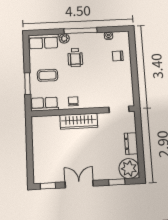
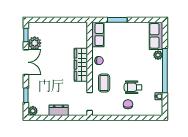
window: (81, 31) -> (165, 71), width x1.46
chair: (118, 56) -> (128, 104), moved
wheelchair: (75, 57) -> (133, 87), moved
coffee table: (48, 75) -> (104, 83), moved
plant: (129, 169) -> (33, 111), width x0.53, depth x0.53
plant: (57, 175) -> (35, 43), added

